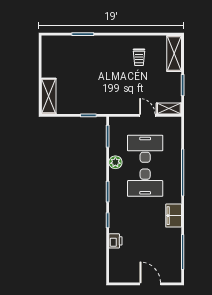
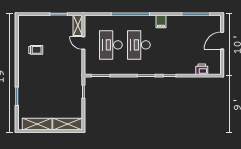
shelving: (174, 53) -> (37, 124), moved
door: (147, 115) -> (83, 43), hinge flipped
plant: (115, 162) -> (122, 69), removed
desk: (145, 183) -> (139, 45), turned 180
filing cabinet: (174, 216) -> (161, 22), width x0.50
printer: (115, 241) -> (202, 69), moved

